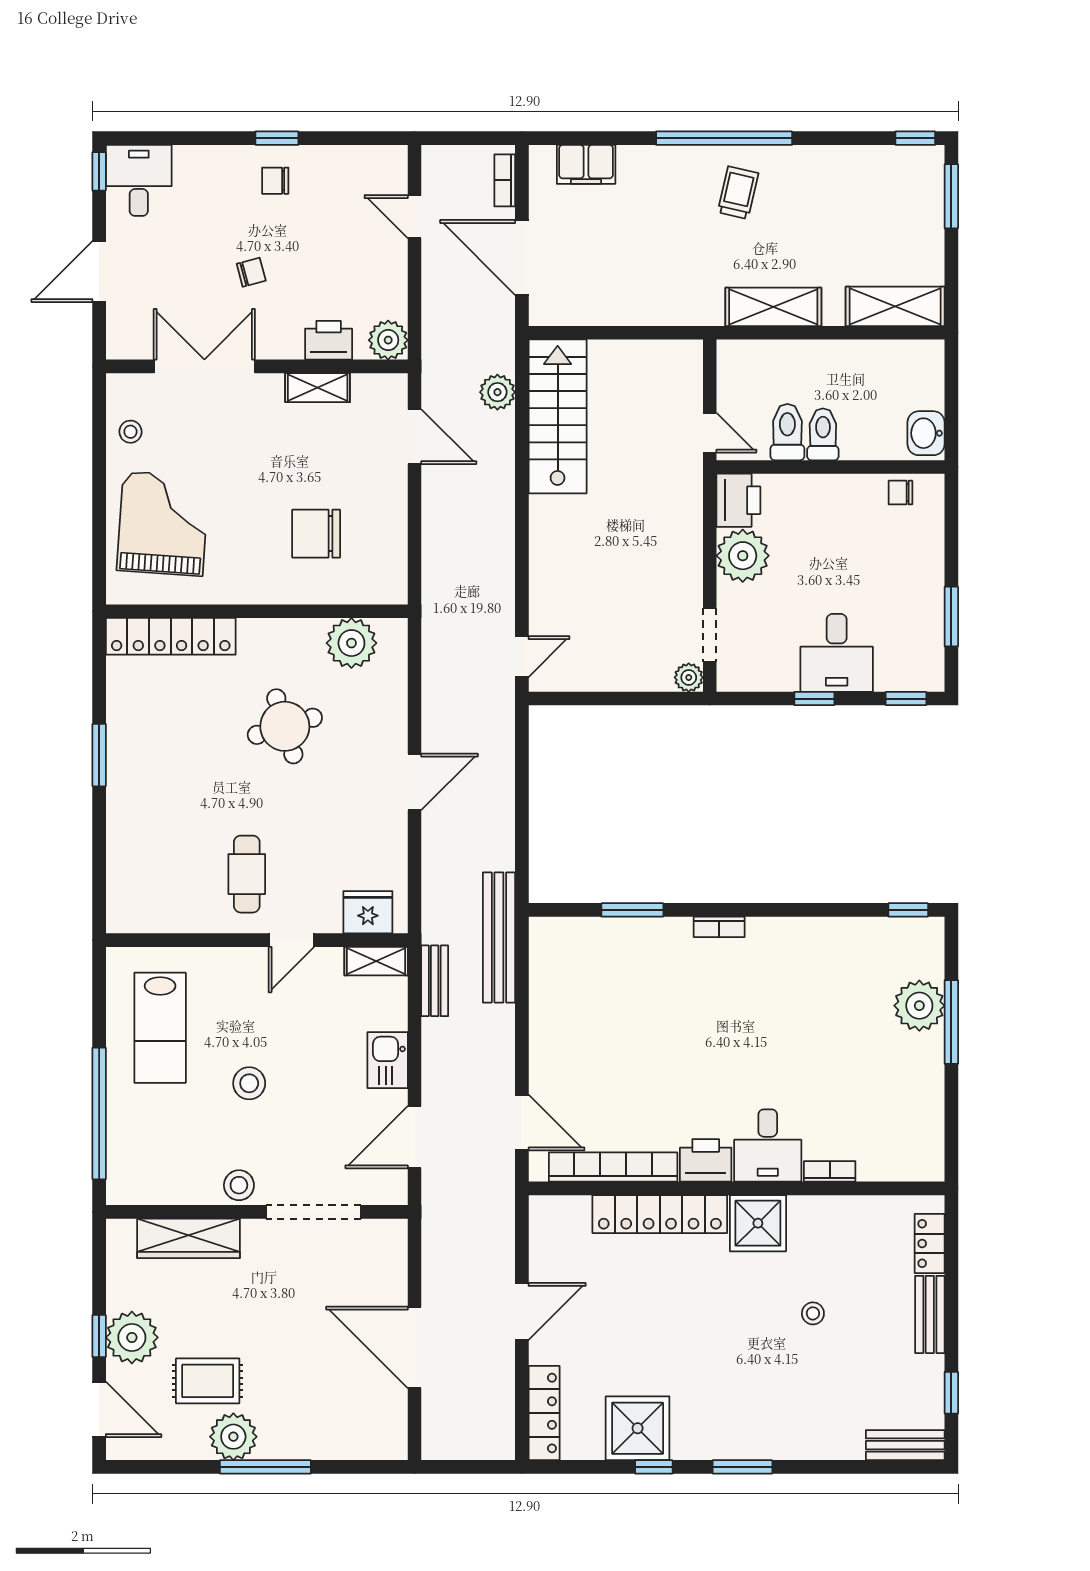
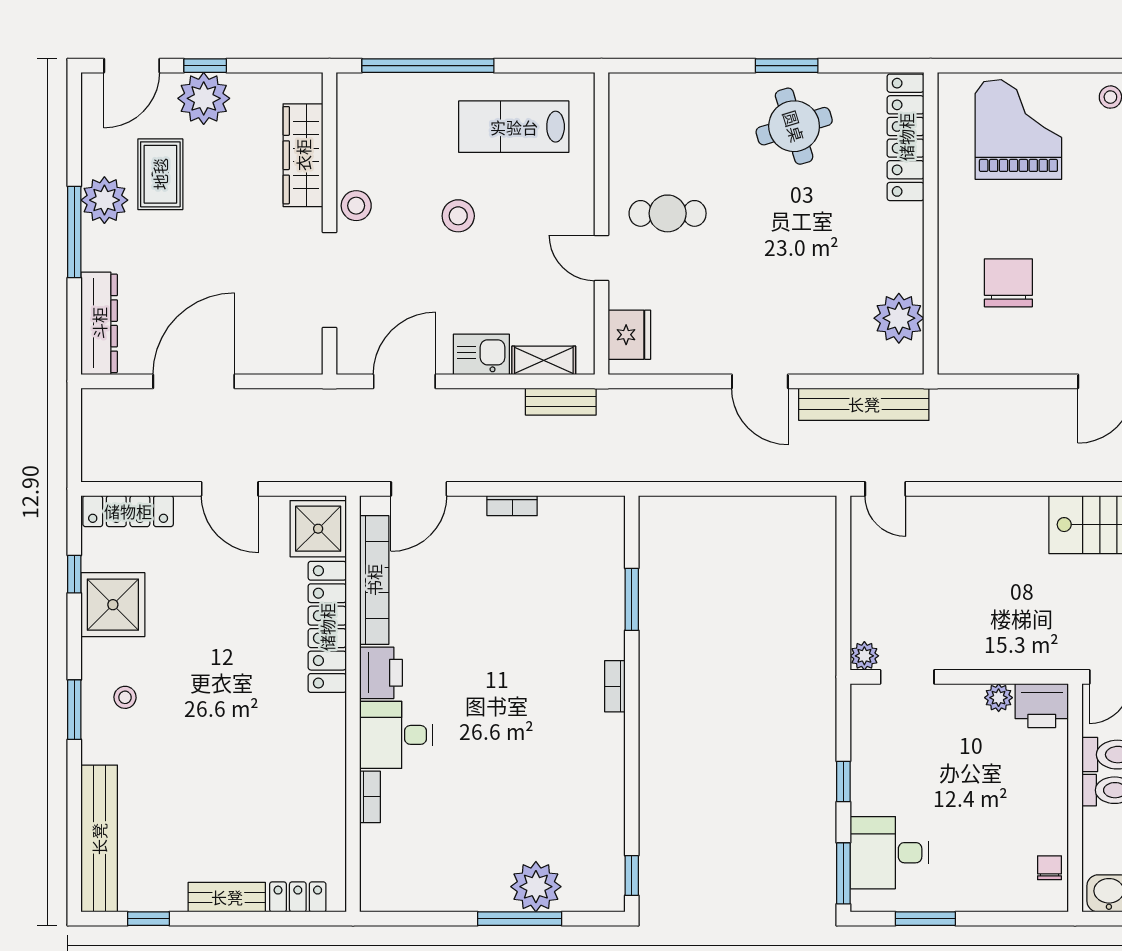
grand piano: (163, 524) -> (1018, 130), turned -94
plant: (743, 556) -> (999, 698), width x0.53, depth x0.53
desk: (837, 653) -> (889, 853), moved
window: (906, 699) -> (843, 873), width x1.50
round table: (285, 726) -> (794, 126), moved
bench: (499, 937) -> (864, 404), moved
shelving: (376, 961) -> (544, 360), moved, turned 90
bookcase: (539, 1029) -> (512, 506), added
door: (414, 1137) -> (404, 381), hinge flipped
shower: (758, 1223) -> (318, 529), moved
stool: (813, 1313) -> (125, 697), moved
dresser: (357, 1442) -> (99, 323), added
bench: (905, 1445) -> (99, 839), width x1.86, depth x1.21
window: (654, 1467) -> (74, 574), moved

